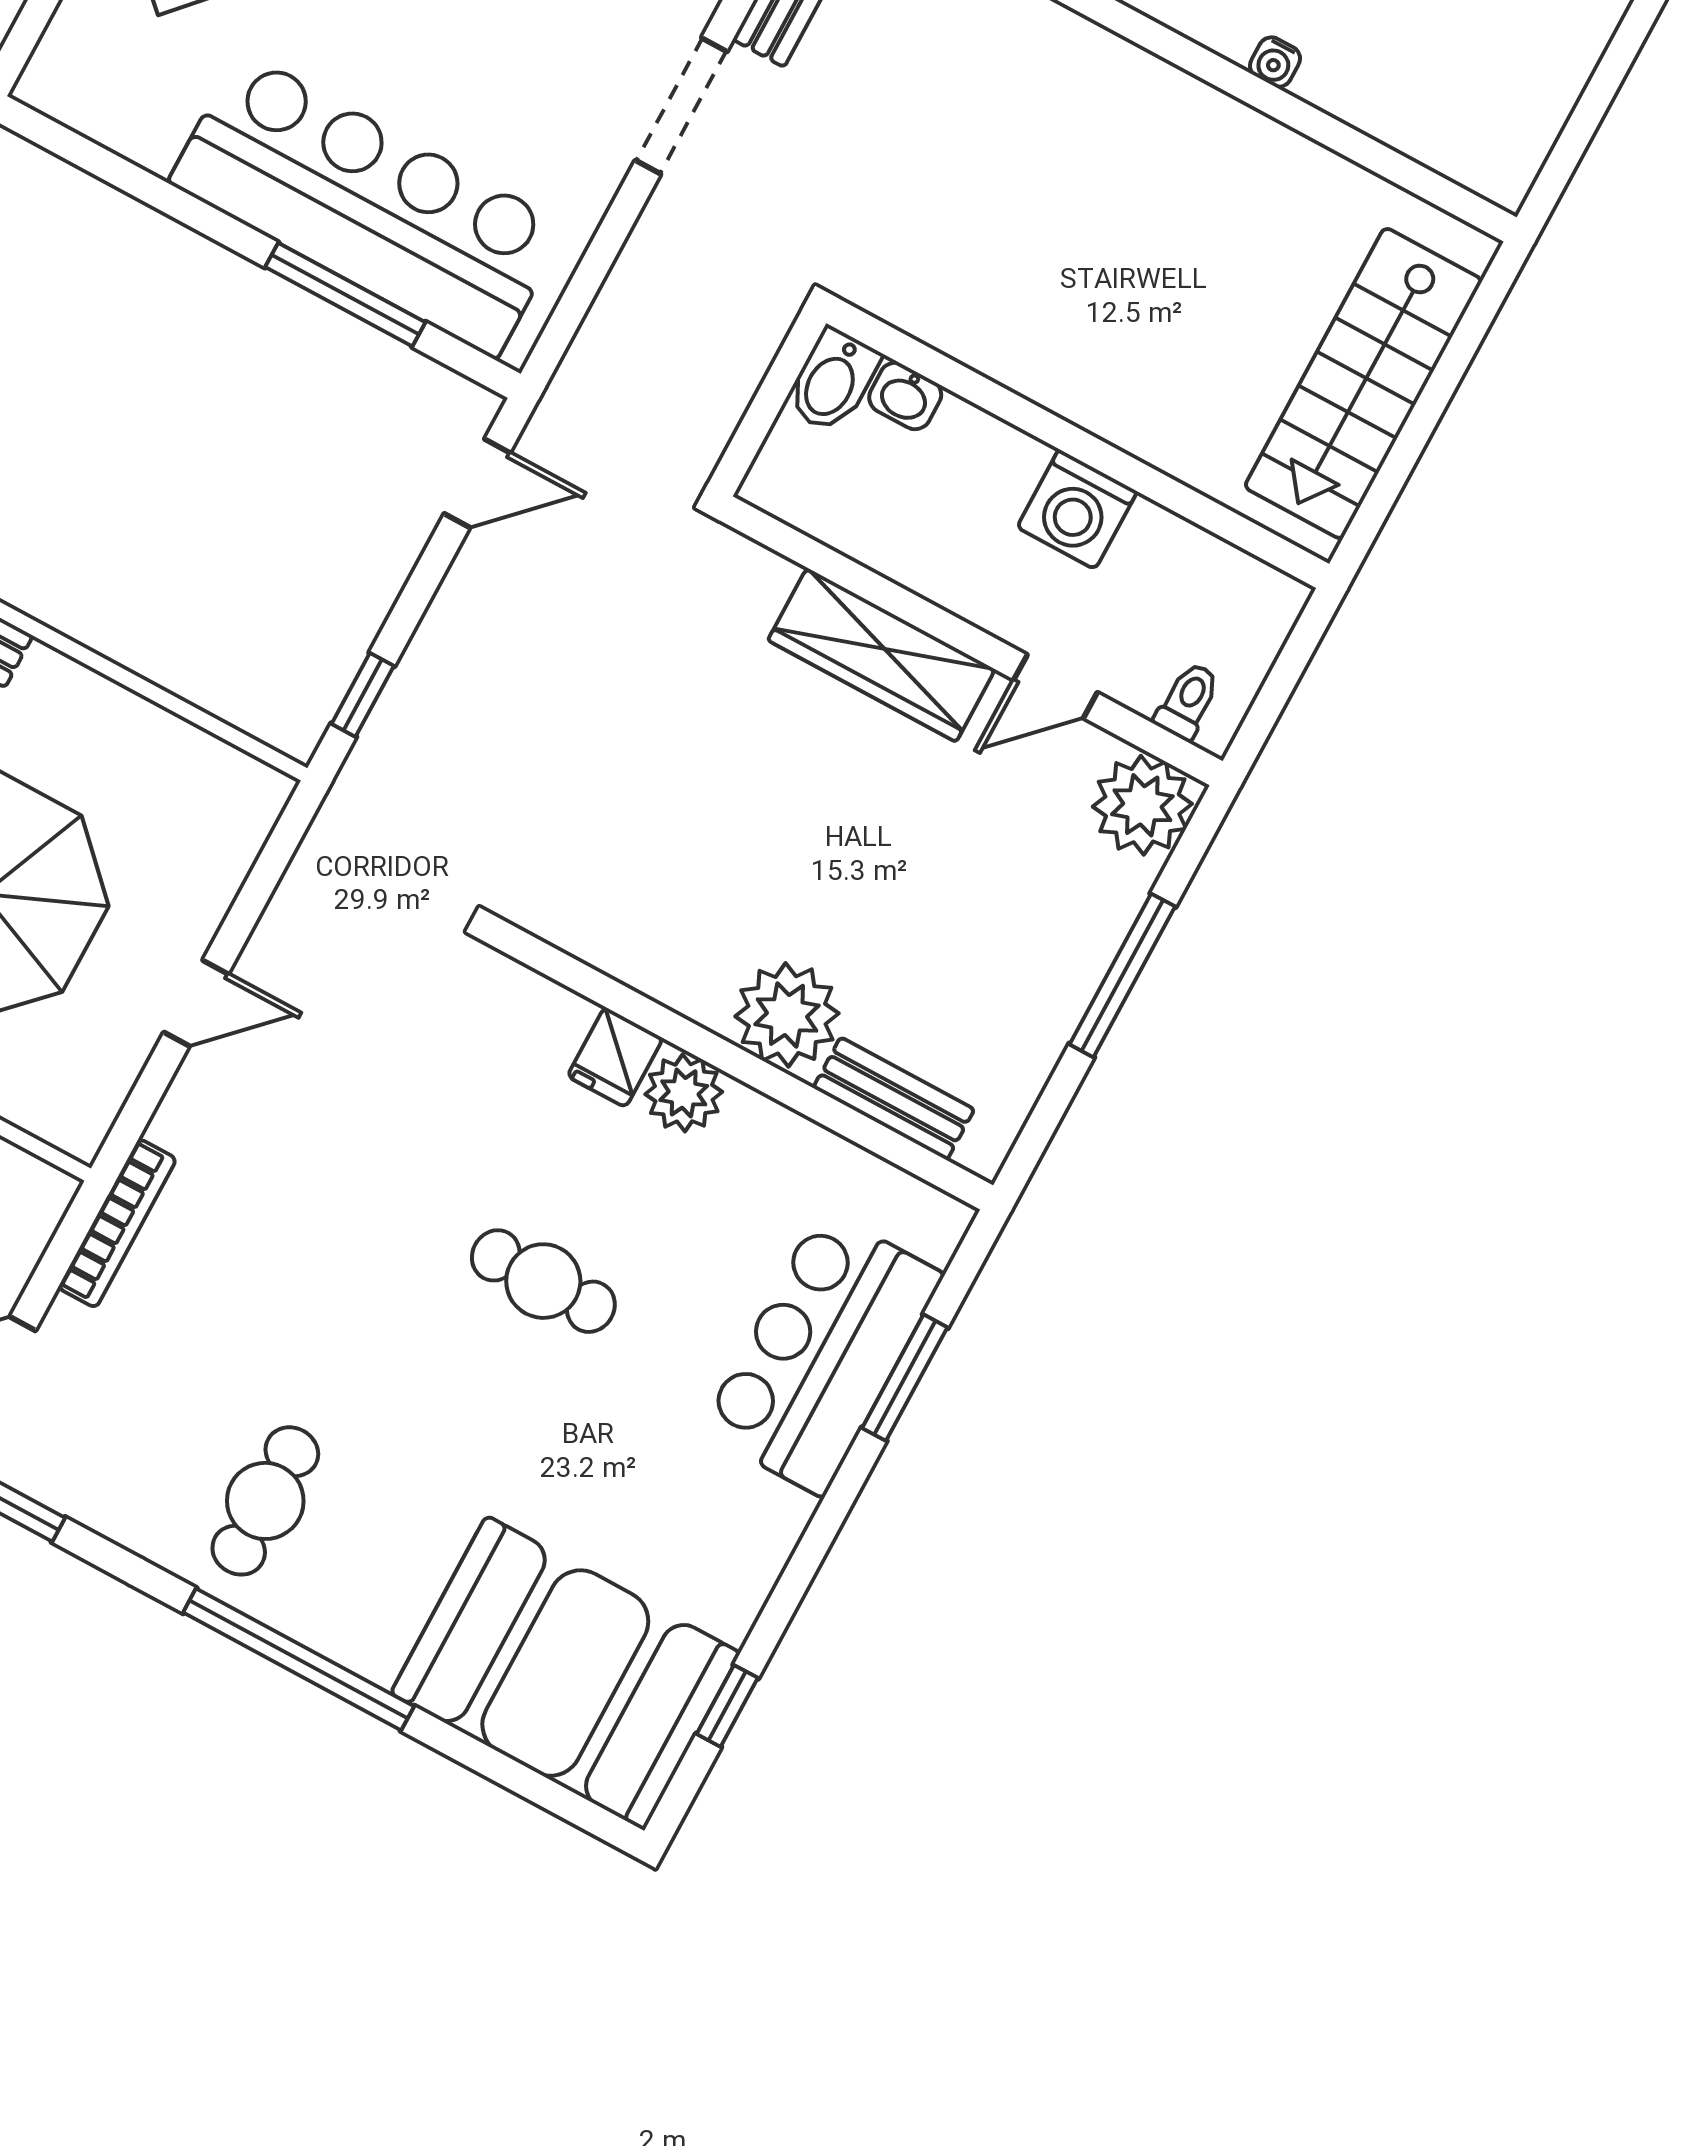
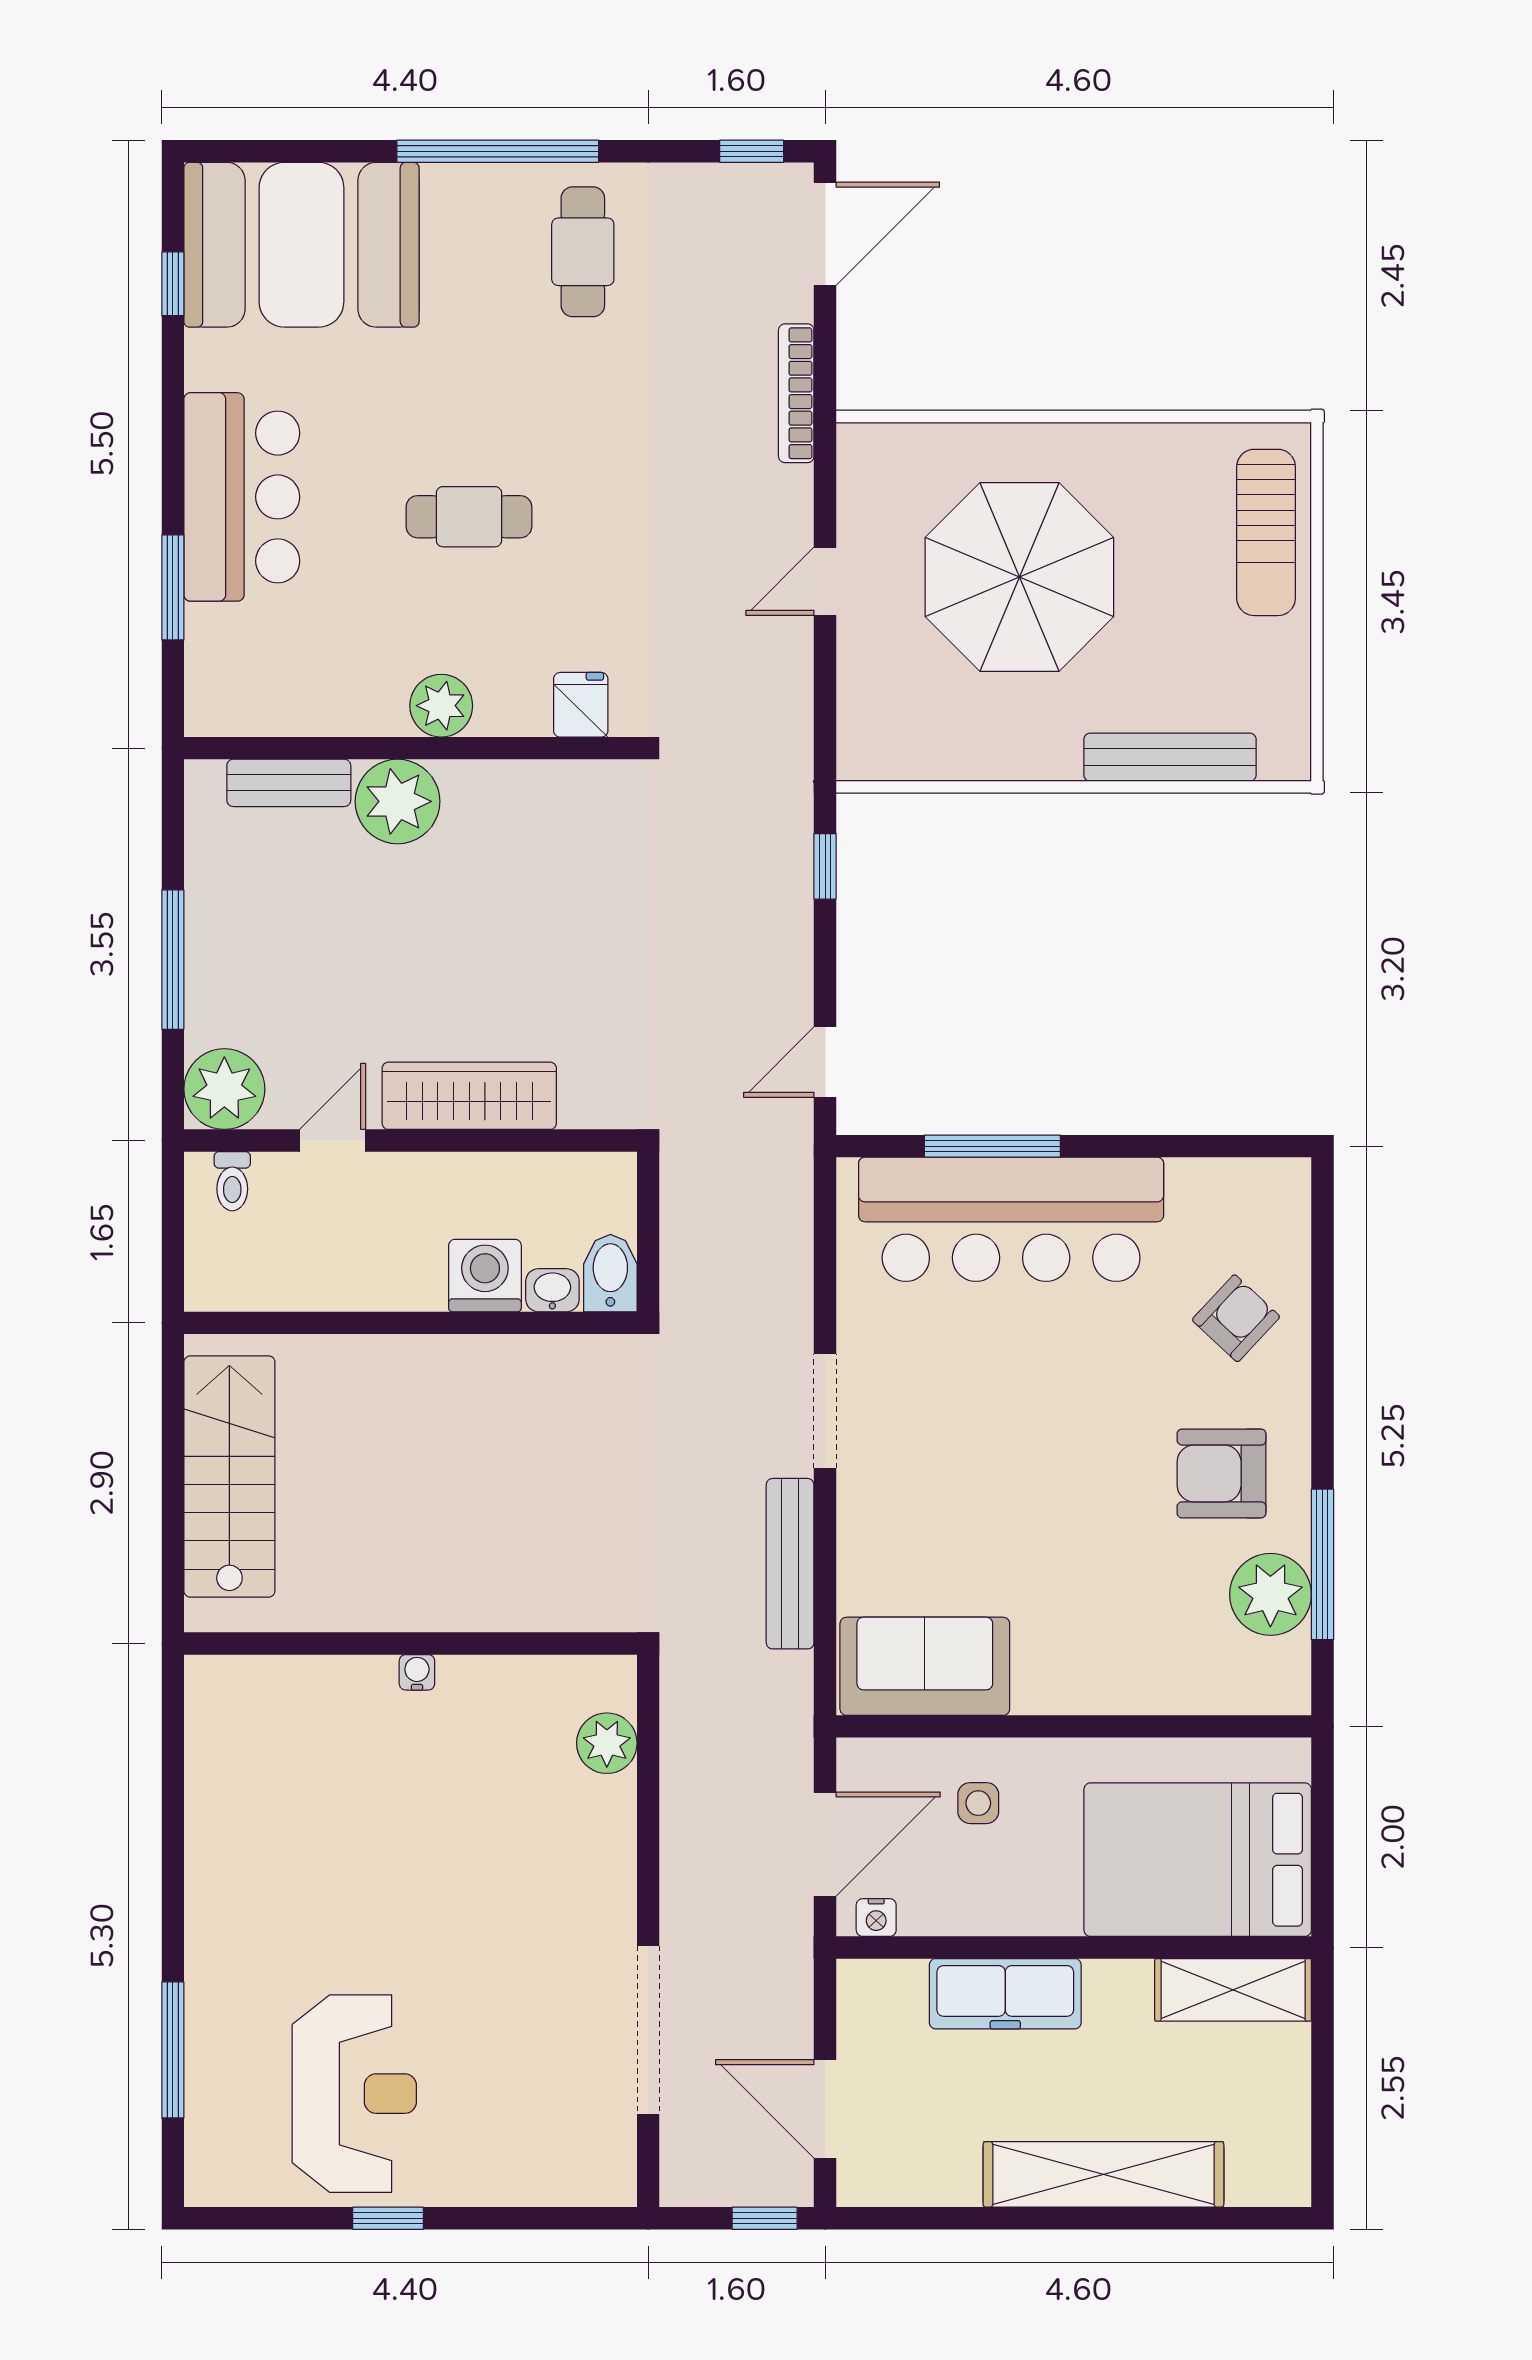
washing machine: (1077, 509) -> (485, 1276), moved
fridge: (615, 1057) -> (581, 705), moved
bar counter: (822, 1353) -> (242, 497), moved

